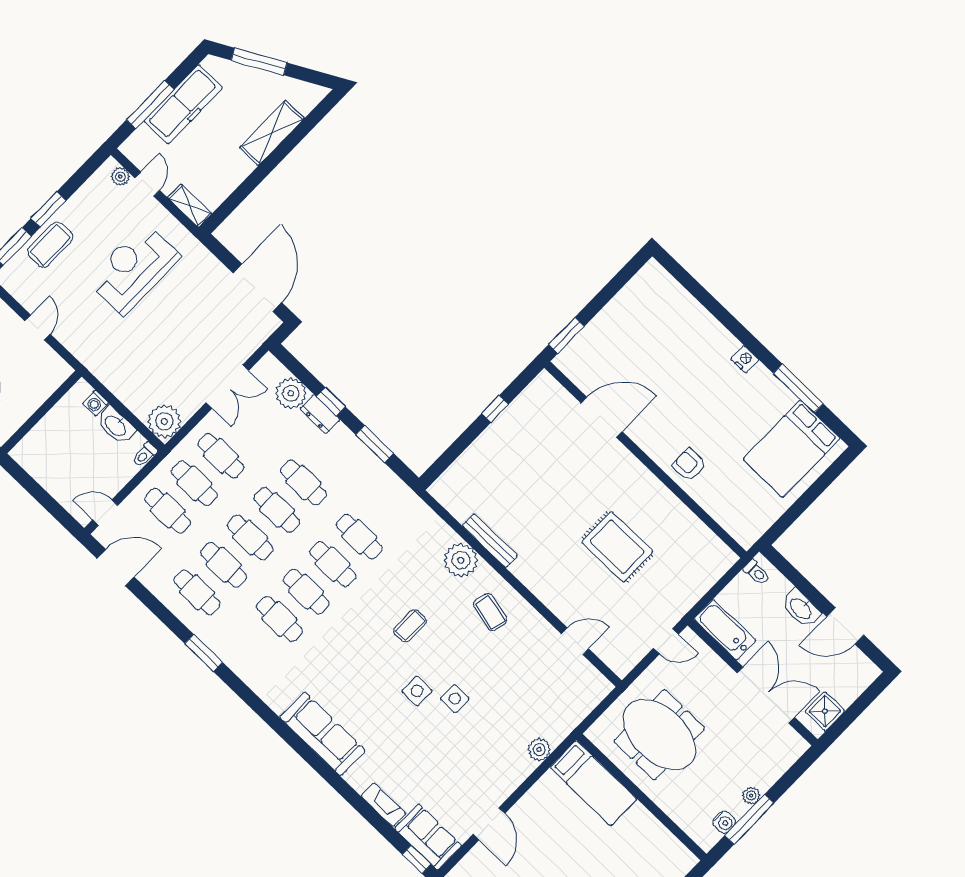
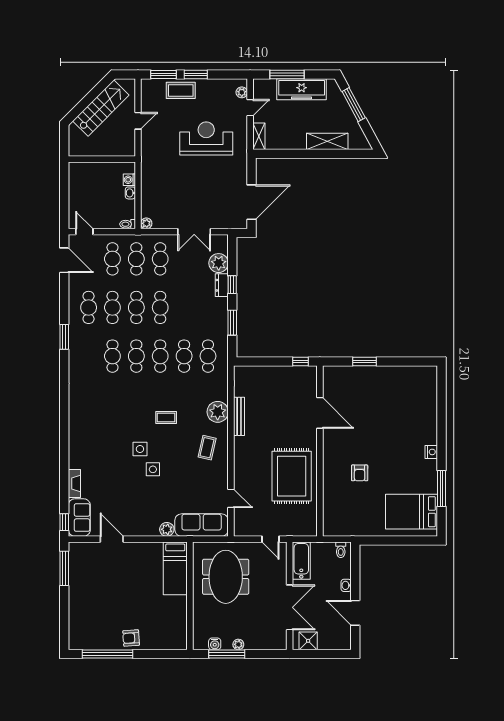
door: (602, 417) -> (320, 413), moved
plant: (164, 421) -> (146, 223), width x0.53, depth x0.53
washbasin: (116, 425) -> (130, 193), width x0.52, depth x0.69
wall: (645, 460) -> (320, 451), moved
armchair: (689, 465) -> (360, 473), turned 180
cafe table: (303, 483) -> (208, 356), moved
rug: (617, 547) -> (292, 476), width x1.37, depth x1.44
washbasin: (801, 608) -> (346, 585), width x0.52, depth x0.69
sofa: (323, 734) -> (202, 525), moved, turned -90
door: (489, 824) -> (112, 539), swing flipped

